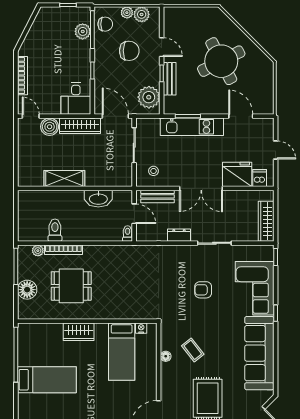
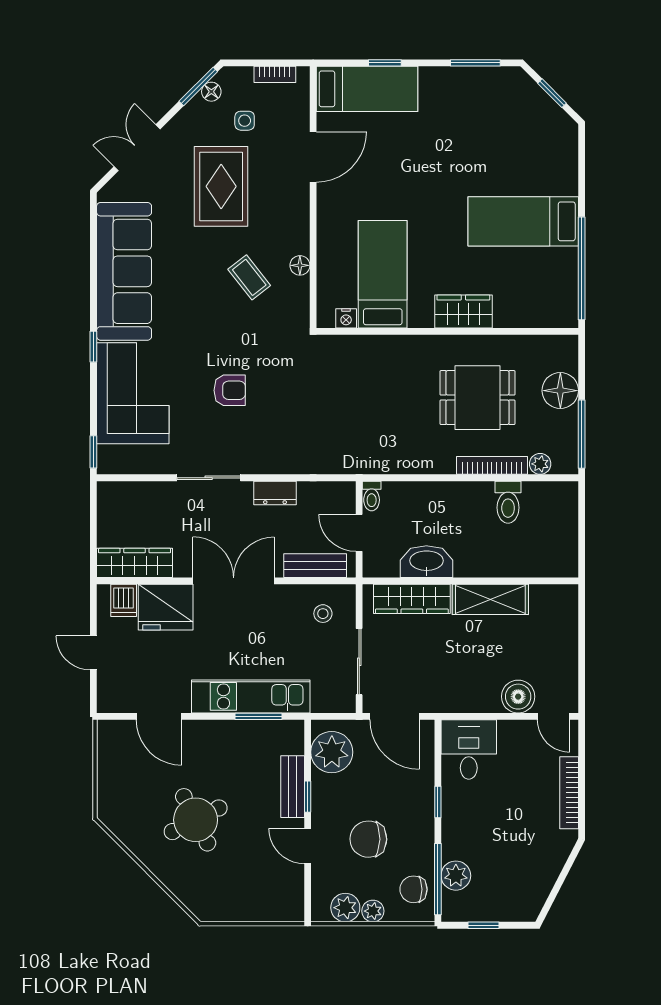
round table: (221, 61) -> (196, 820), width x0.73, depth x0.73
wardrobe: (80, 126) -> (412, 599), moved, turned 180
wardrobe: (266, 221) -> (135, 563), moved, turned -90

